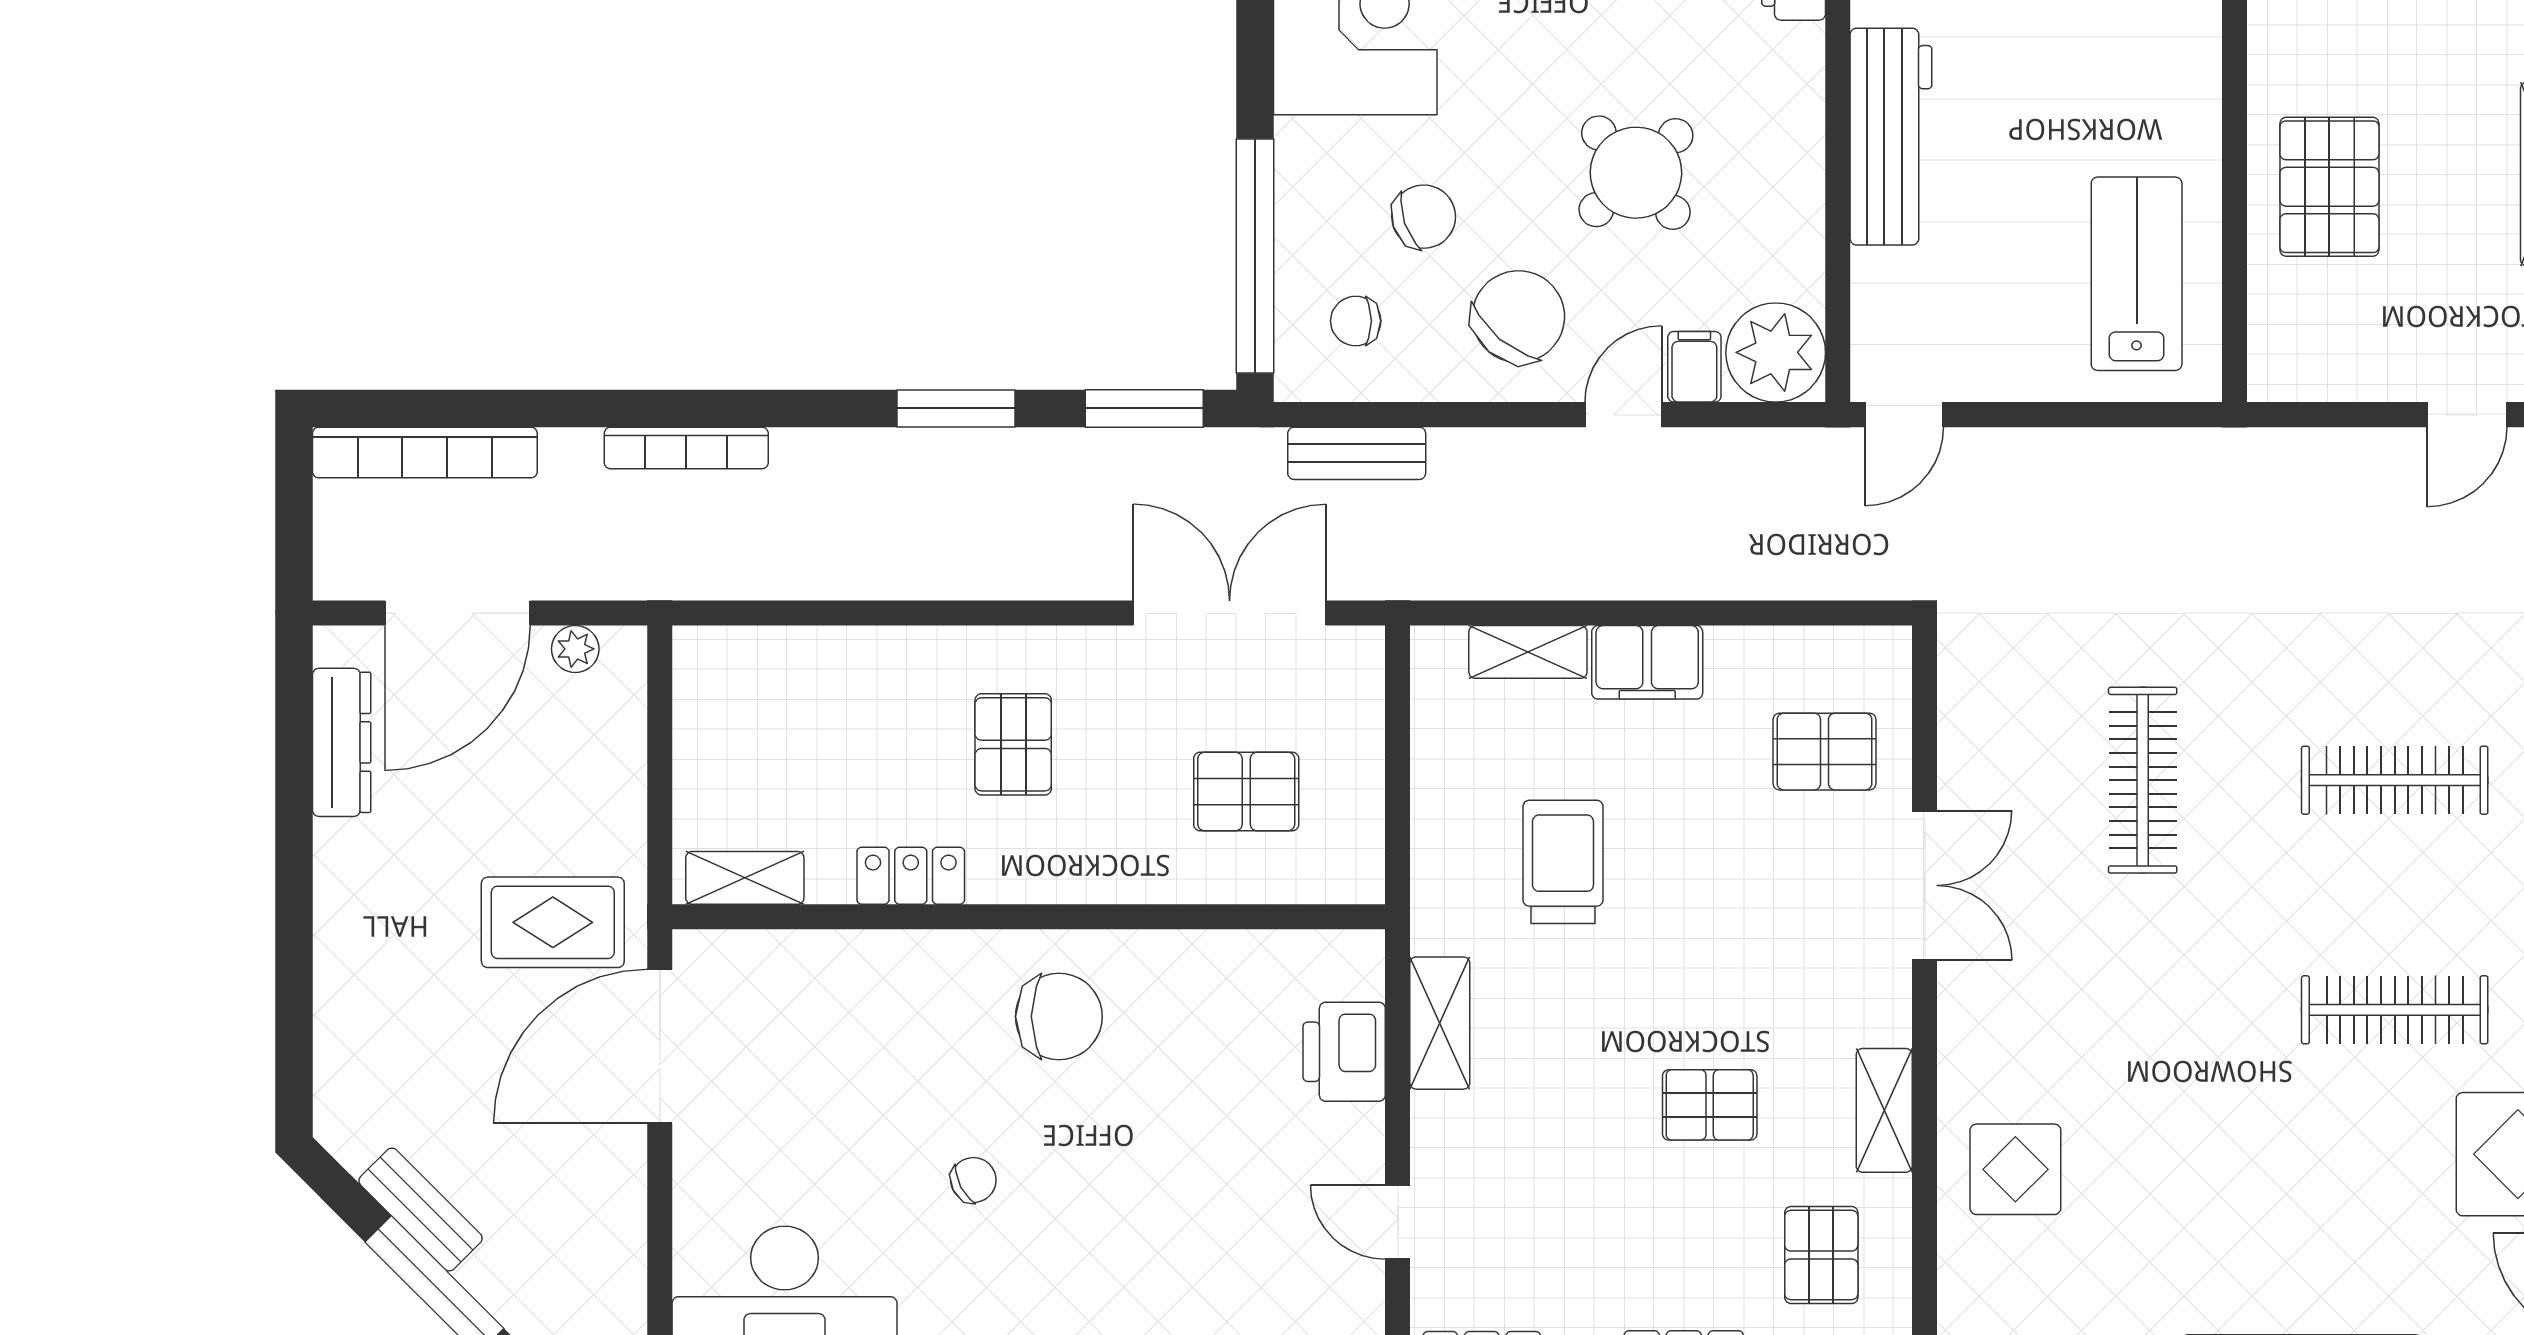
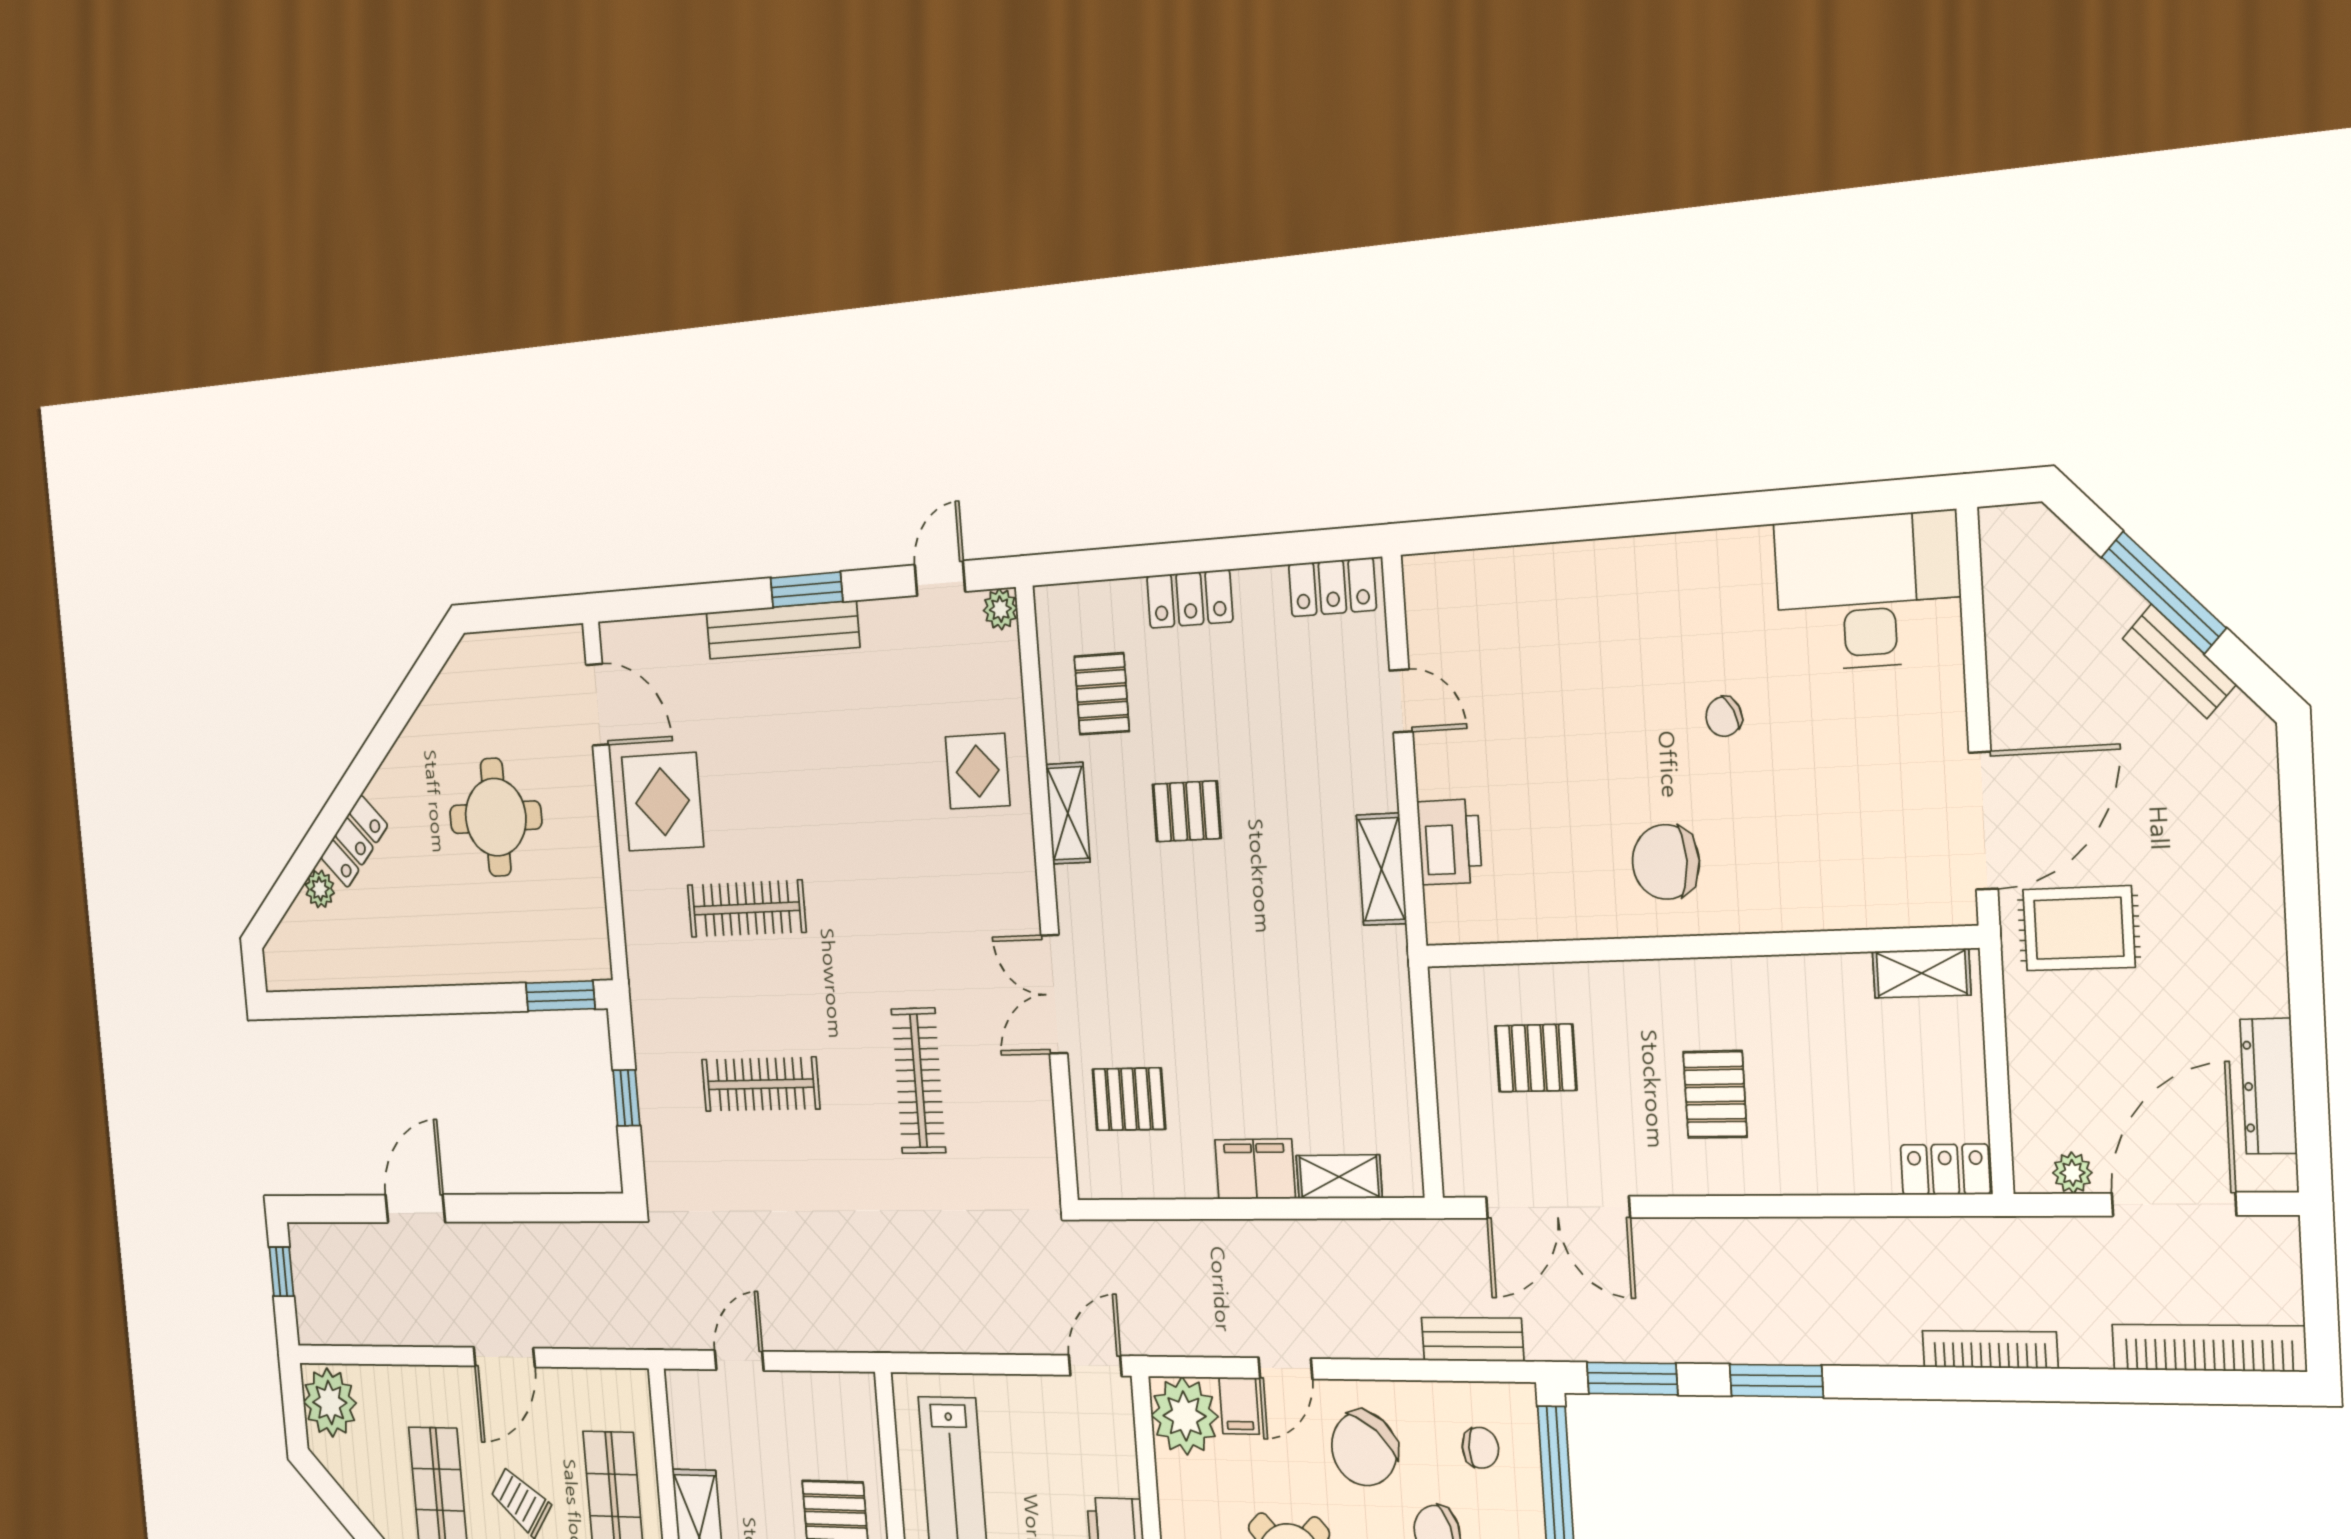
trolley: (1563, 862) -> (1303, 1006), removed
locker: (911, 876) -> (1945, 1169), moved, turned 180

